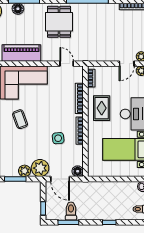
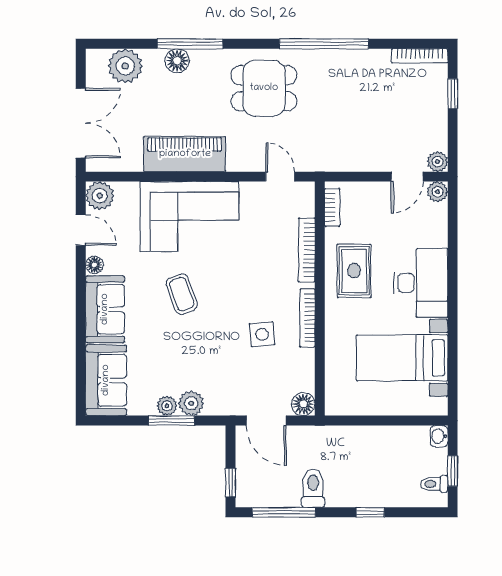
dining table: (59, 22) -> (264, 88), turned 90
plant: (40, 168) -> (167, 406), moved, width x0.53, depth x0.53
toilet: (71, 211) -> (313, 488), moved
window: (68, 222) -> (284, 512), width x1.44

